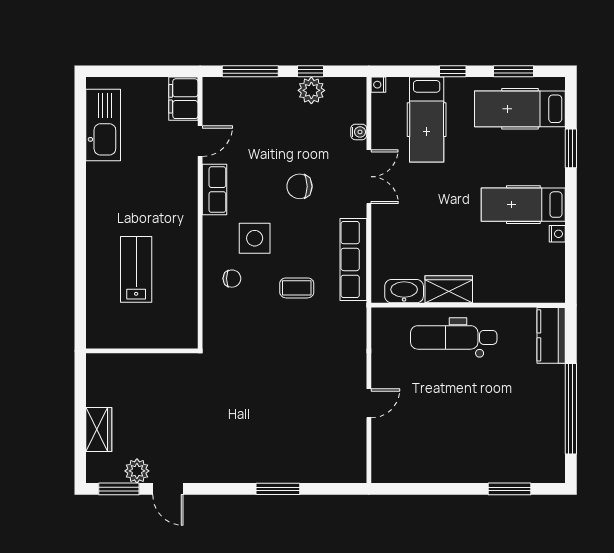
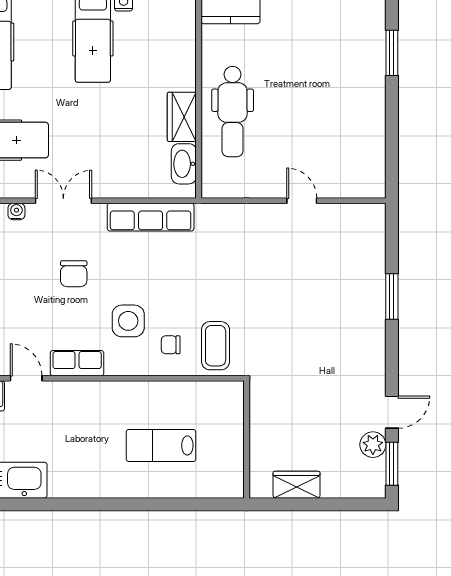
chair: (232, 279) -> (171, 345), turned -90
coffee table: (297, 288) -> (216, 346), moved, width x1.36, depth x1.30
wardrobe: (99, 430) -> (297, 485), moved

